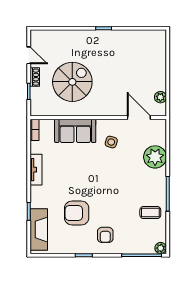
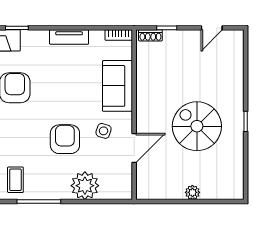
shoe rack: (35, 77) -> (150, 35), moved
spiral stairs: (72, 82) -> (197, 126), moved, turned 180
plant: (160, 97) -> (192, 192), moved
door: (139, 118) -> (134, 148), moved
armchair: (118, 173) -> (65, 139), added

